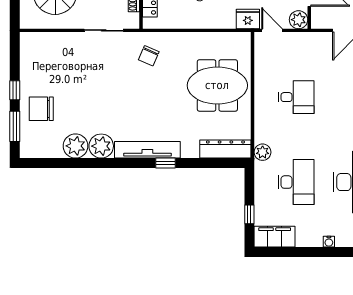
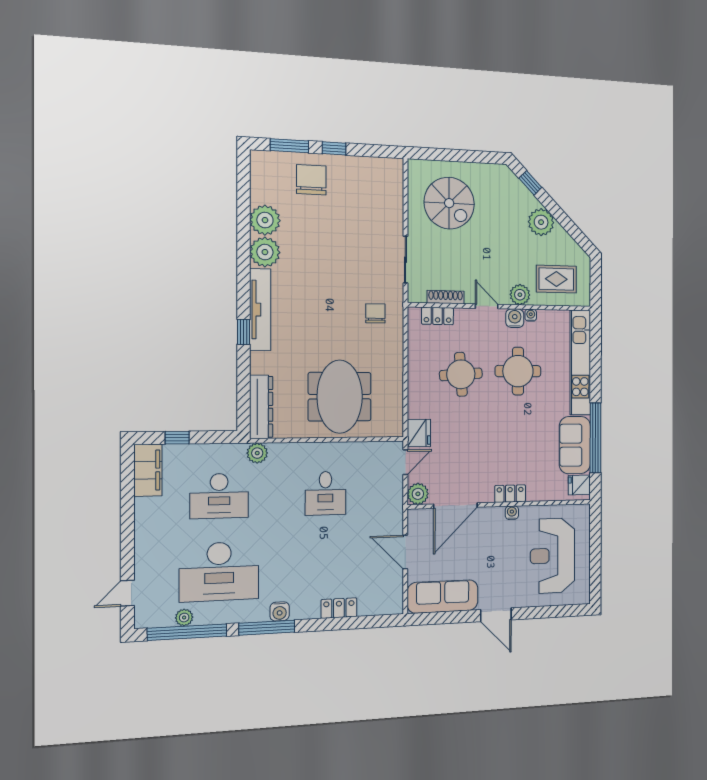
chair: (149, 56) -> (375, 313), turned 66
water cooler: (329, 242) -> (141, 540), removed

